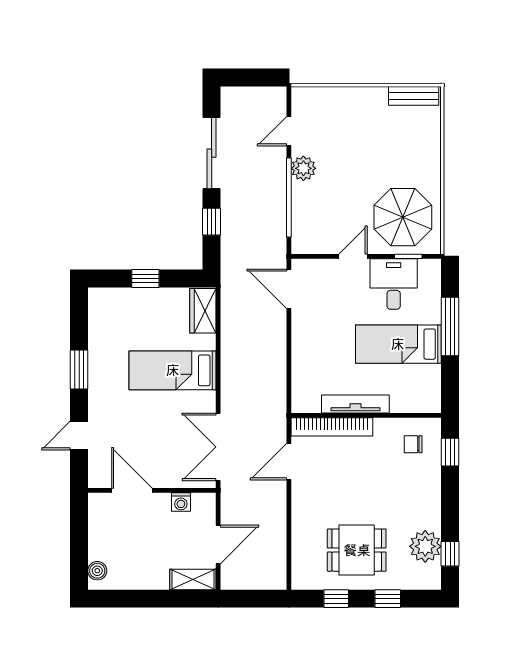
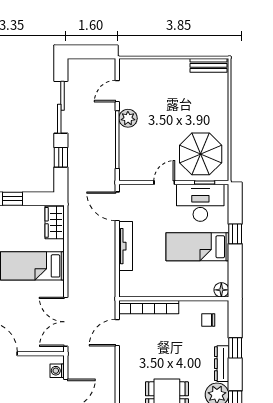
desk: (394, 284) -> (200, 203), width x1.37
window: (450, 327) -> (235, 234), width x0.46
floor lamp: (431, 403) -> (221, 290), added
tv unit: (355, 404) -> (126, 246), moved, turned 90
window: (450, 452) -> (235, 348), moved
washing machine: (181, 502) -> (57, 371), moved, turned 90
dresser: (432, 504) -> (222, 364), added

